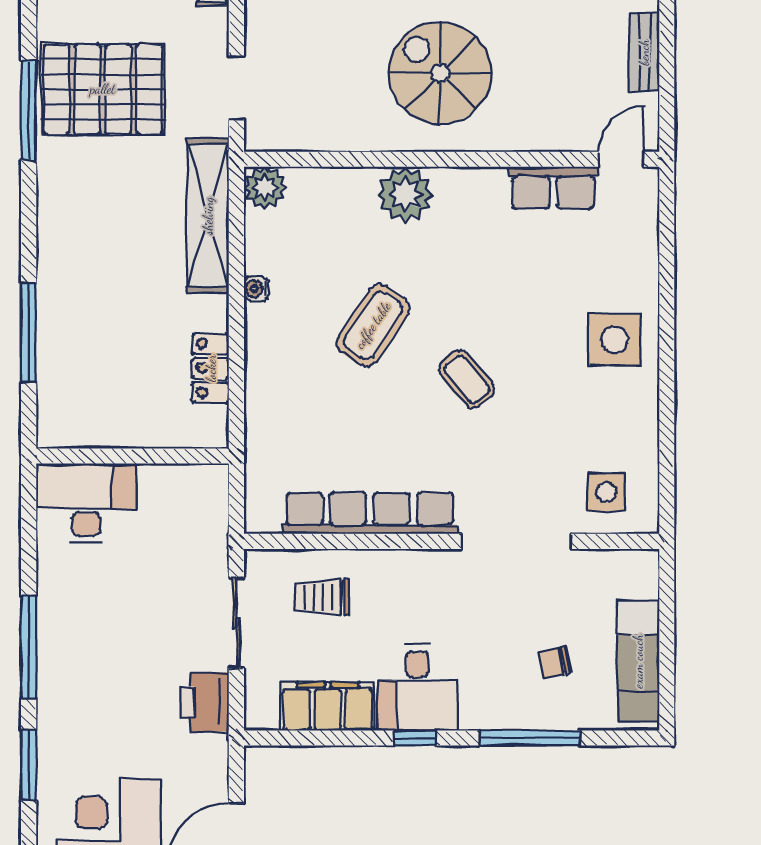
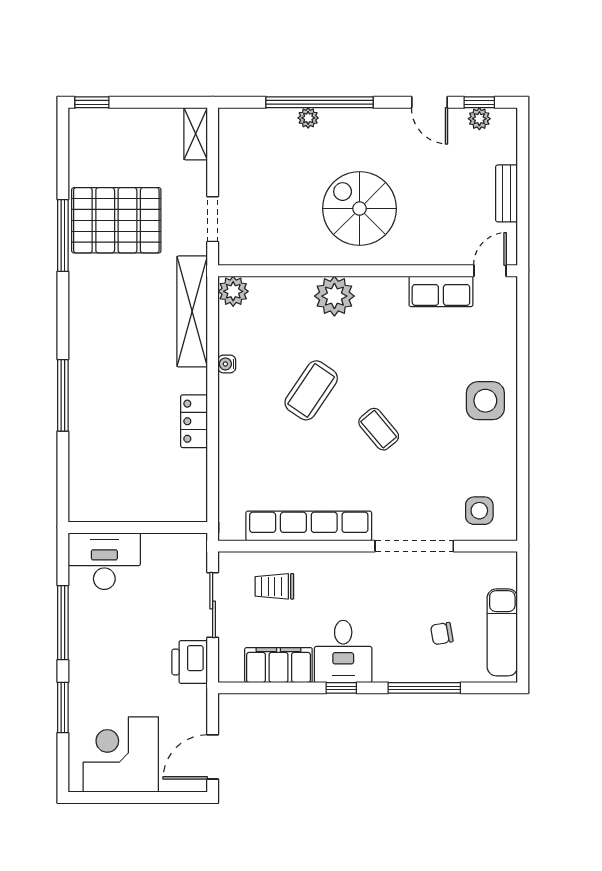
wall: (133, 456) -> (138, 527), moved
desk: (86, 503) -> (104, 561), moved

